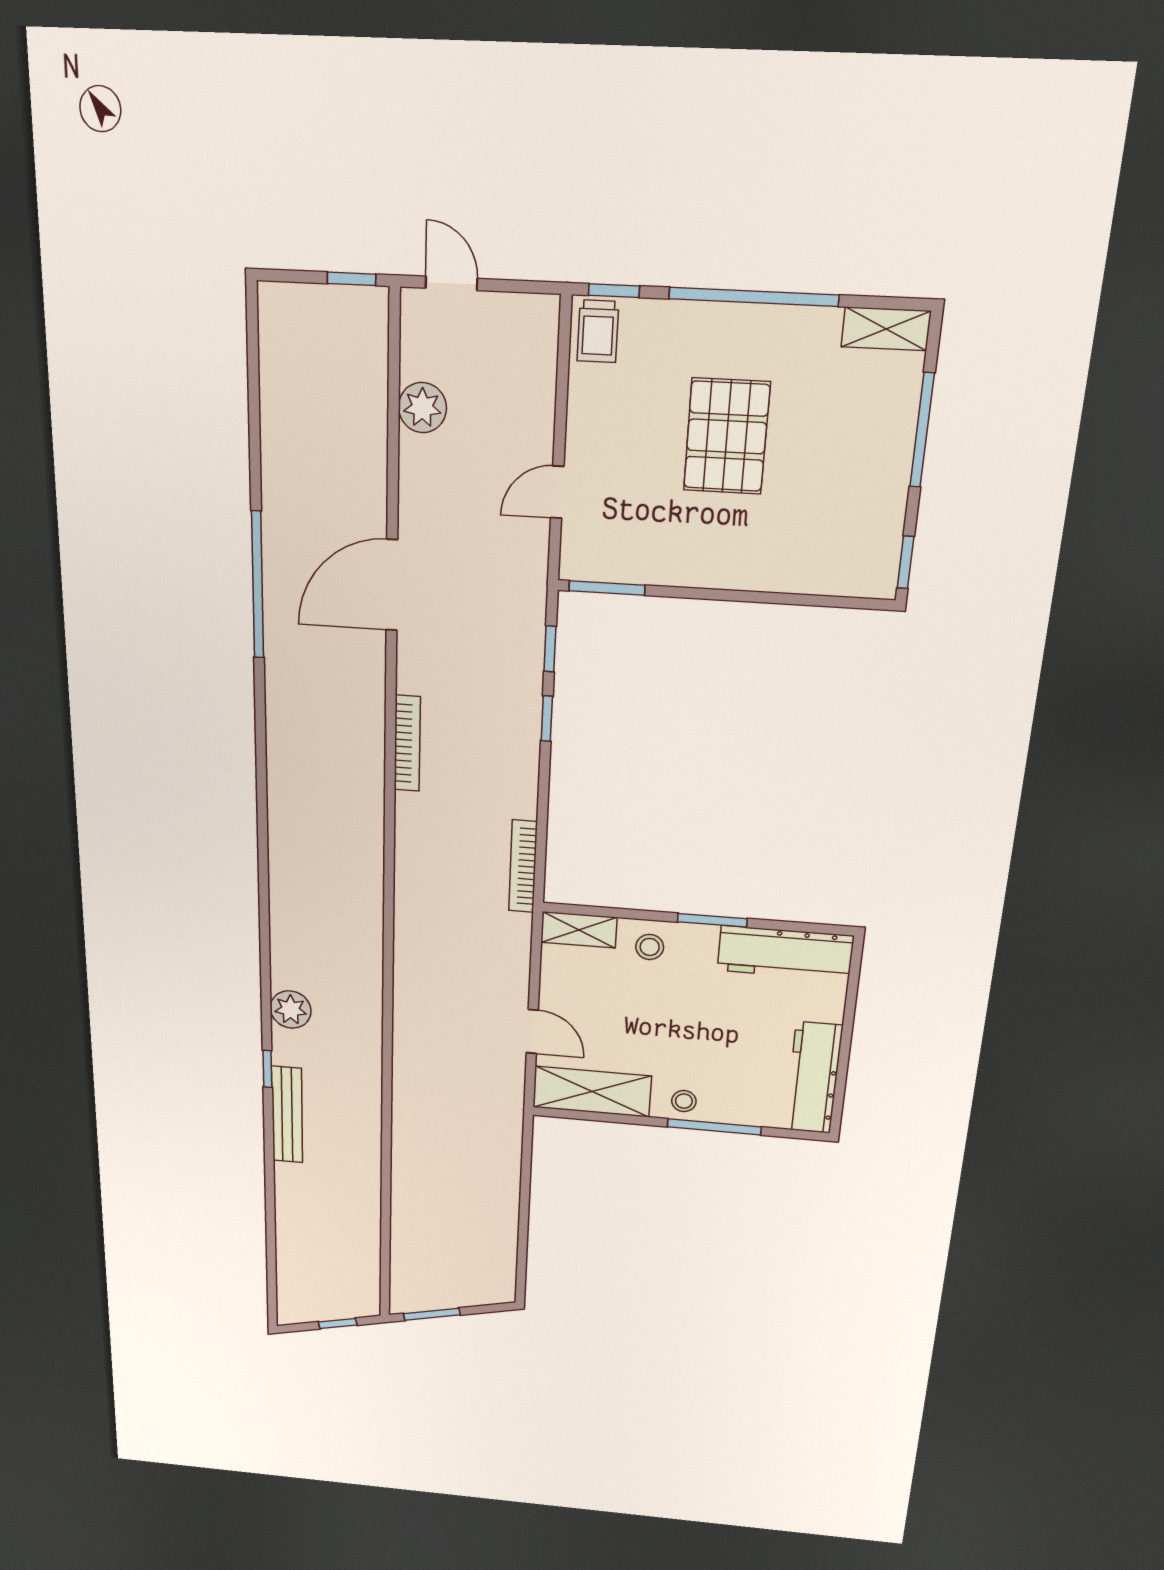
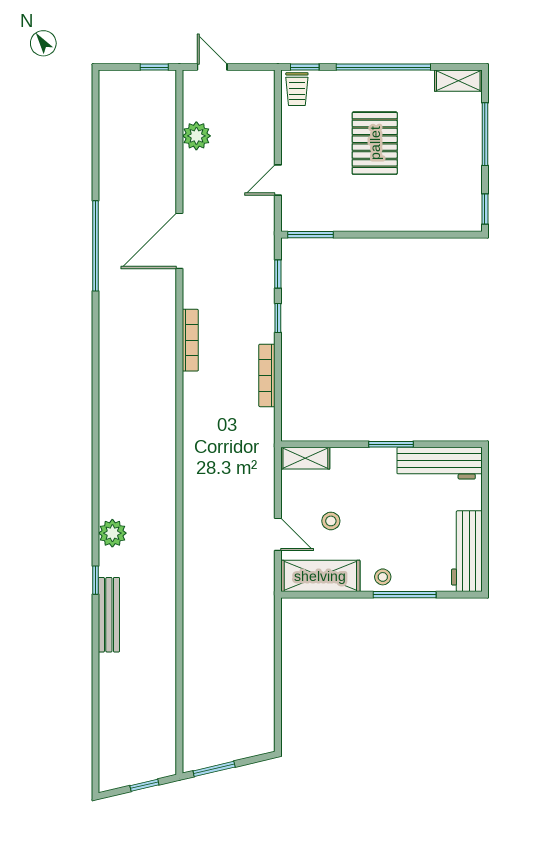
bookcase: (523, 866) -> (267, 375), moved
stool: (650, 947) -> (331, 521), moved

